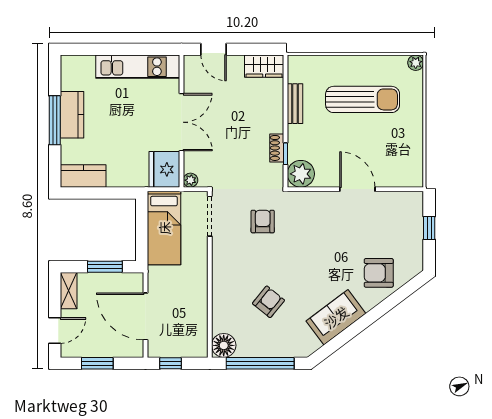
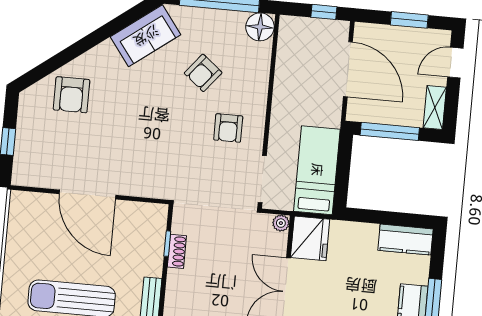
plant: (301, 174) -> (152, 219), removed
door: (357, 189) -> (87, 195), width x1.36
armchair: (263, 222) -> (228, 128), moved
window: (105, 267) -> (390, 131), width x1.44
armchair: (379, 273) -> (72, 95), turned 90
sofa: (336, 317) -> (146, 36), moved

